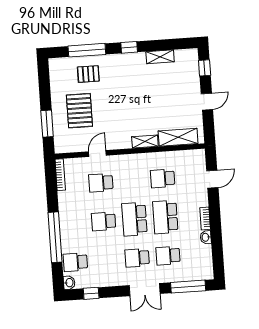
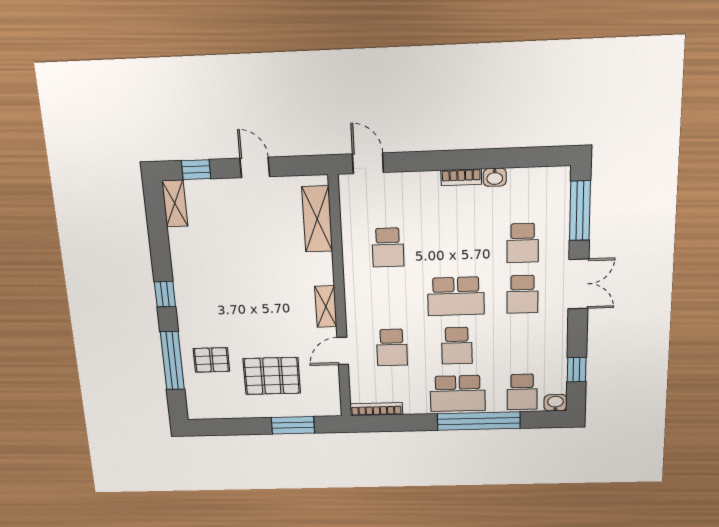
shelving: (160, 57) -> (175, 203), moved
pallet: (88, 74) -> (211, 360), turned 90
shelving: (145, 142) -> (326, 306), moved
door: (97, 153) -> (343, 351), hinge flipped
door: (212, 179) -> (368, 163), moved
school desk: (165, 217) -> (458, 393), moved

